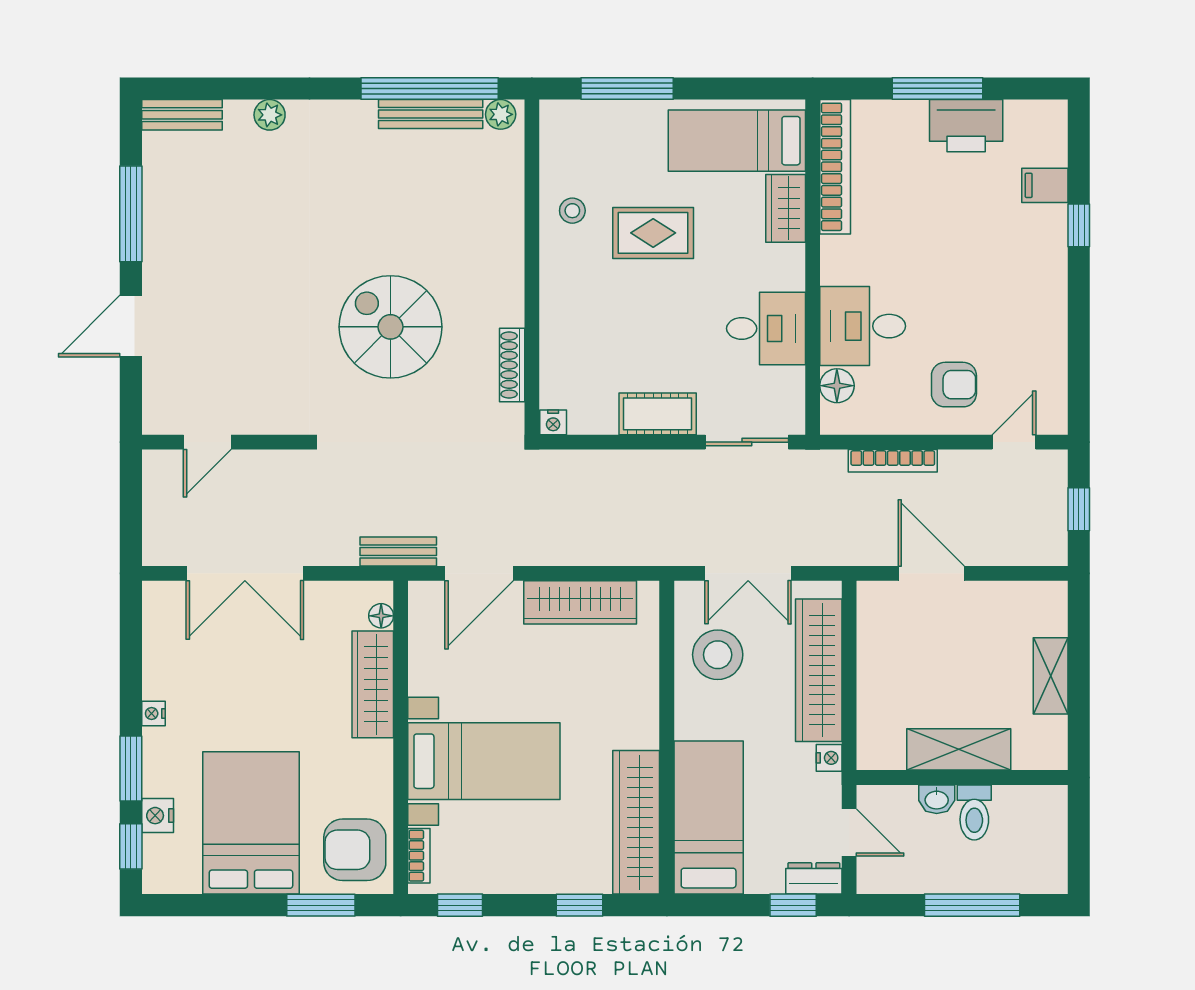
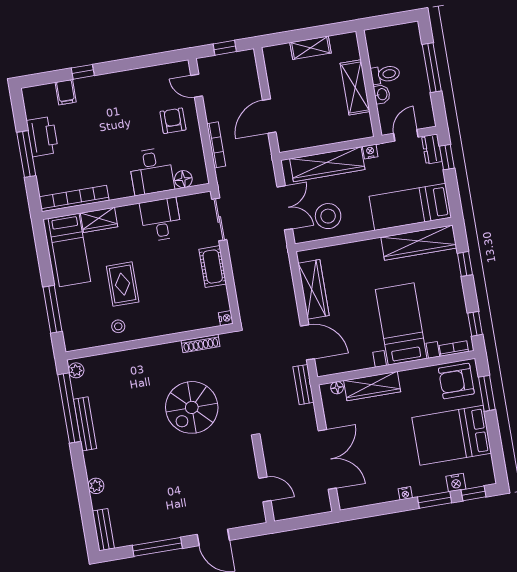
bench: (431, 114) -> (85, 424), moved
armchair: (355, 850) -> (456, 381), turned 90

